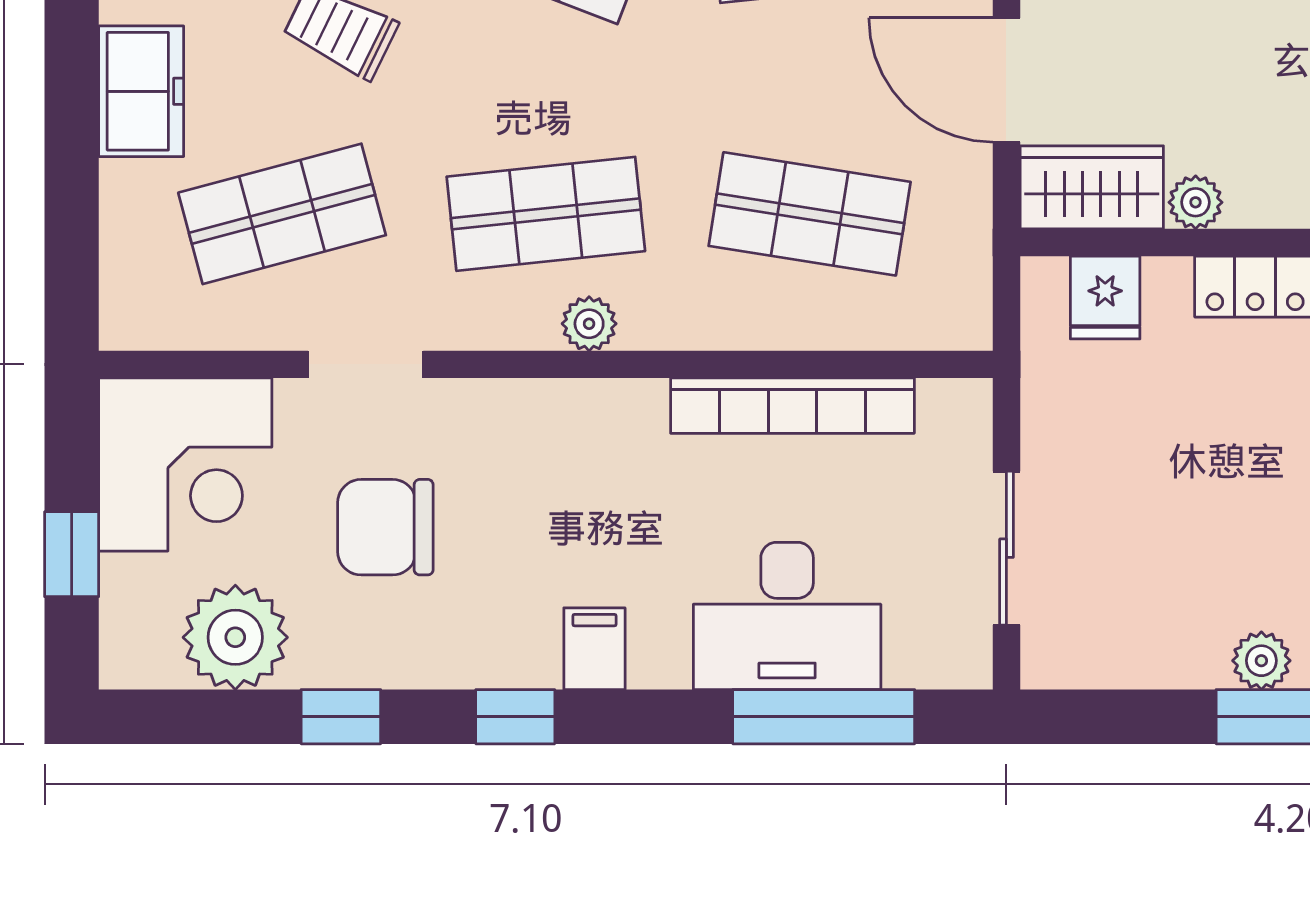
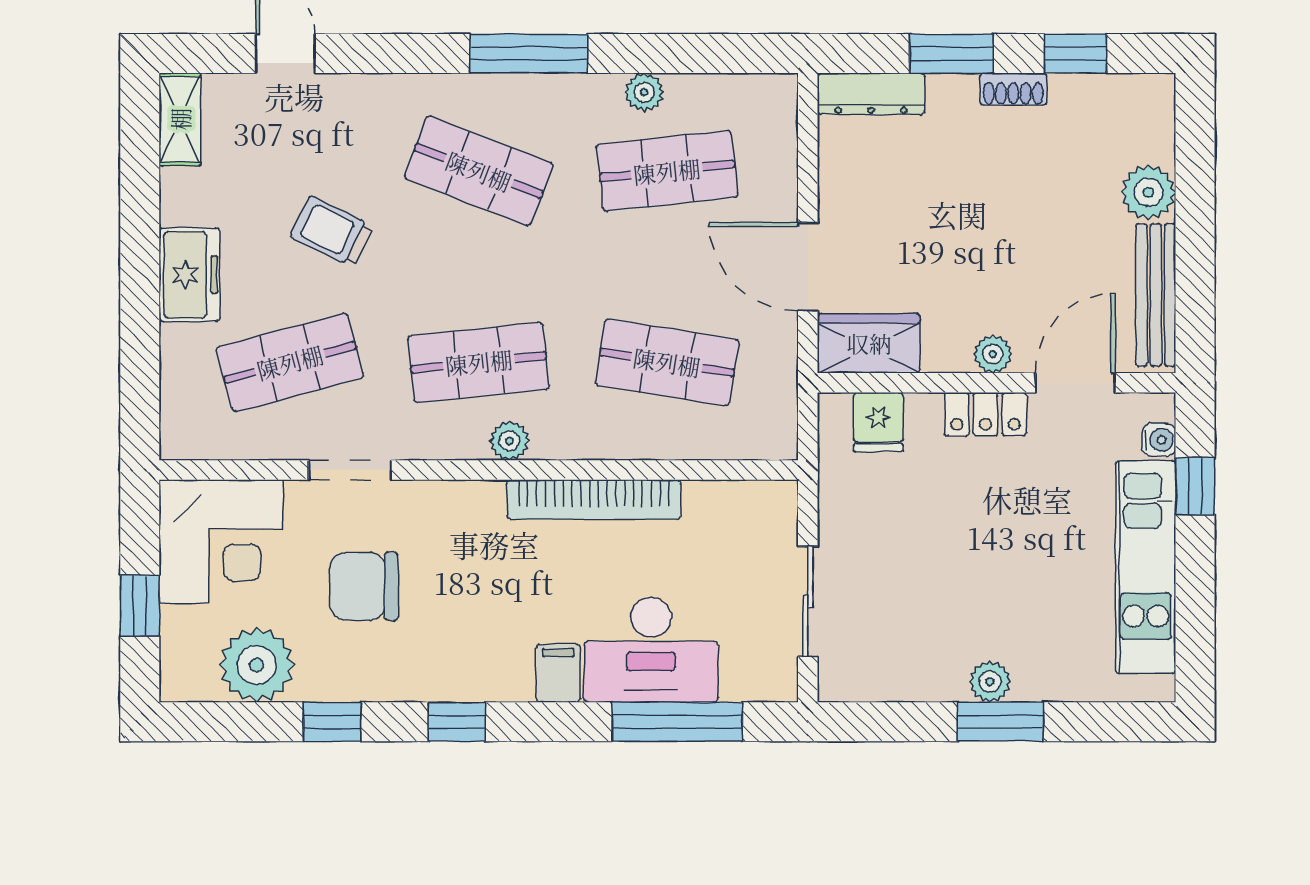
plant: (1196, 202) -> (993, 354), moved
bookcase: (792, 406) -> (594, 499), moved
filing cabinet: (594, 649) -> (558, 673), moved

